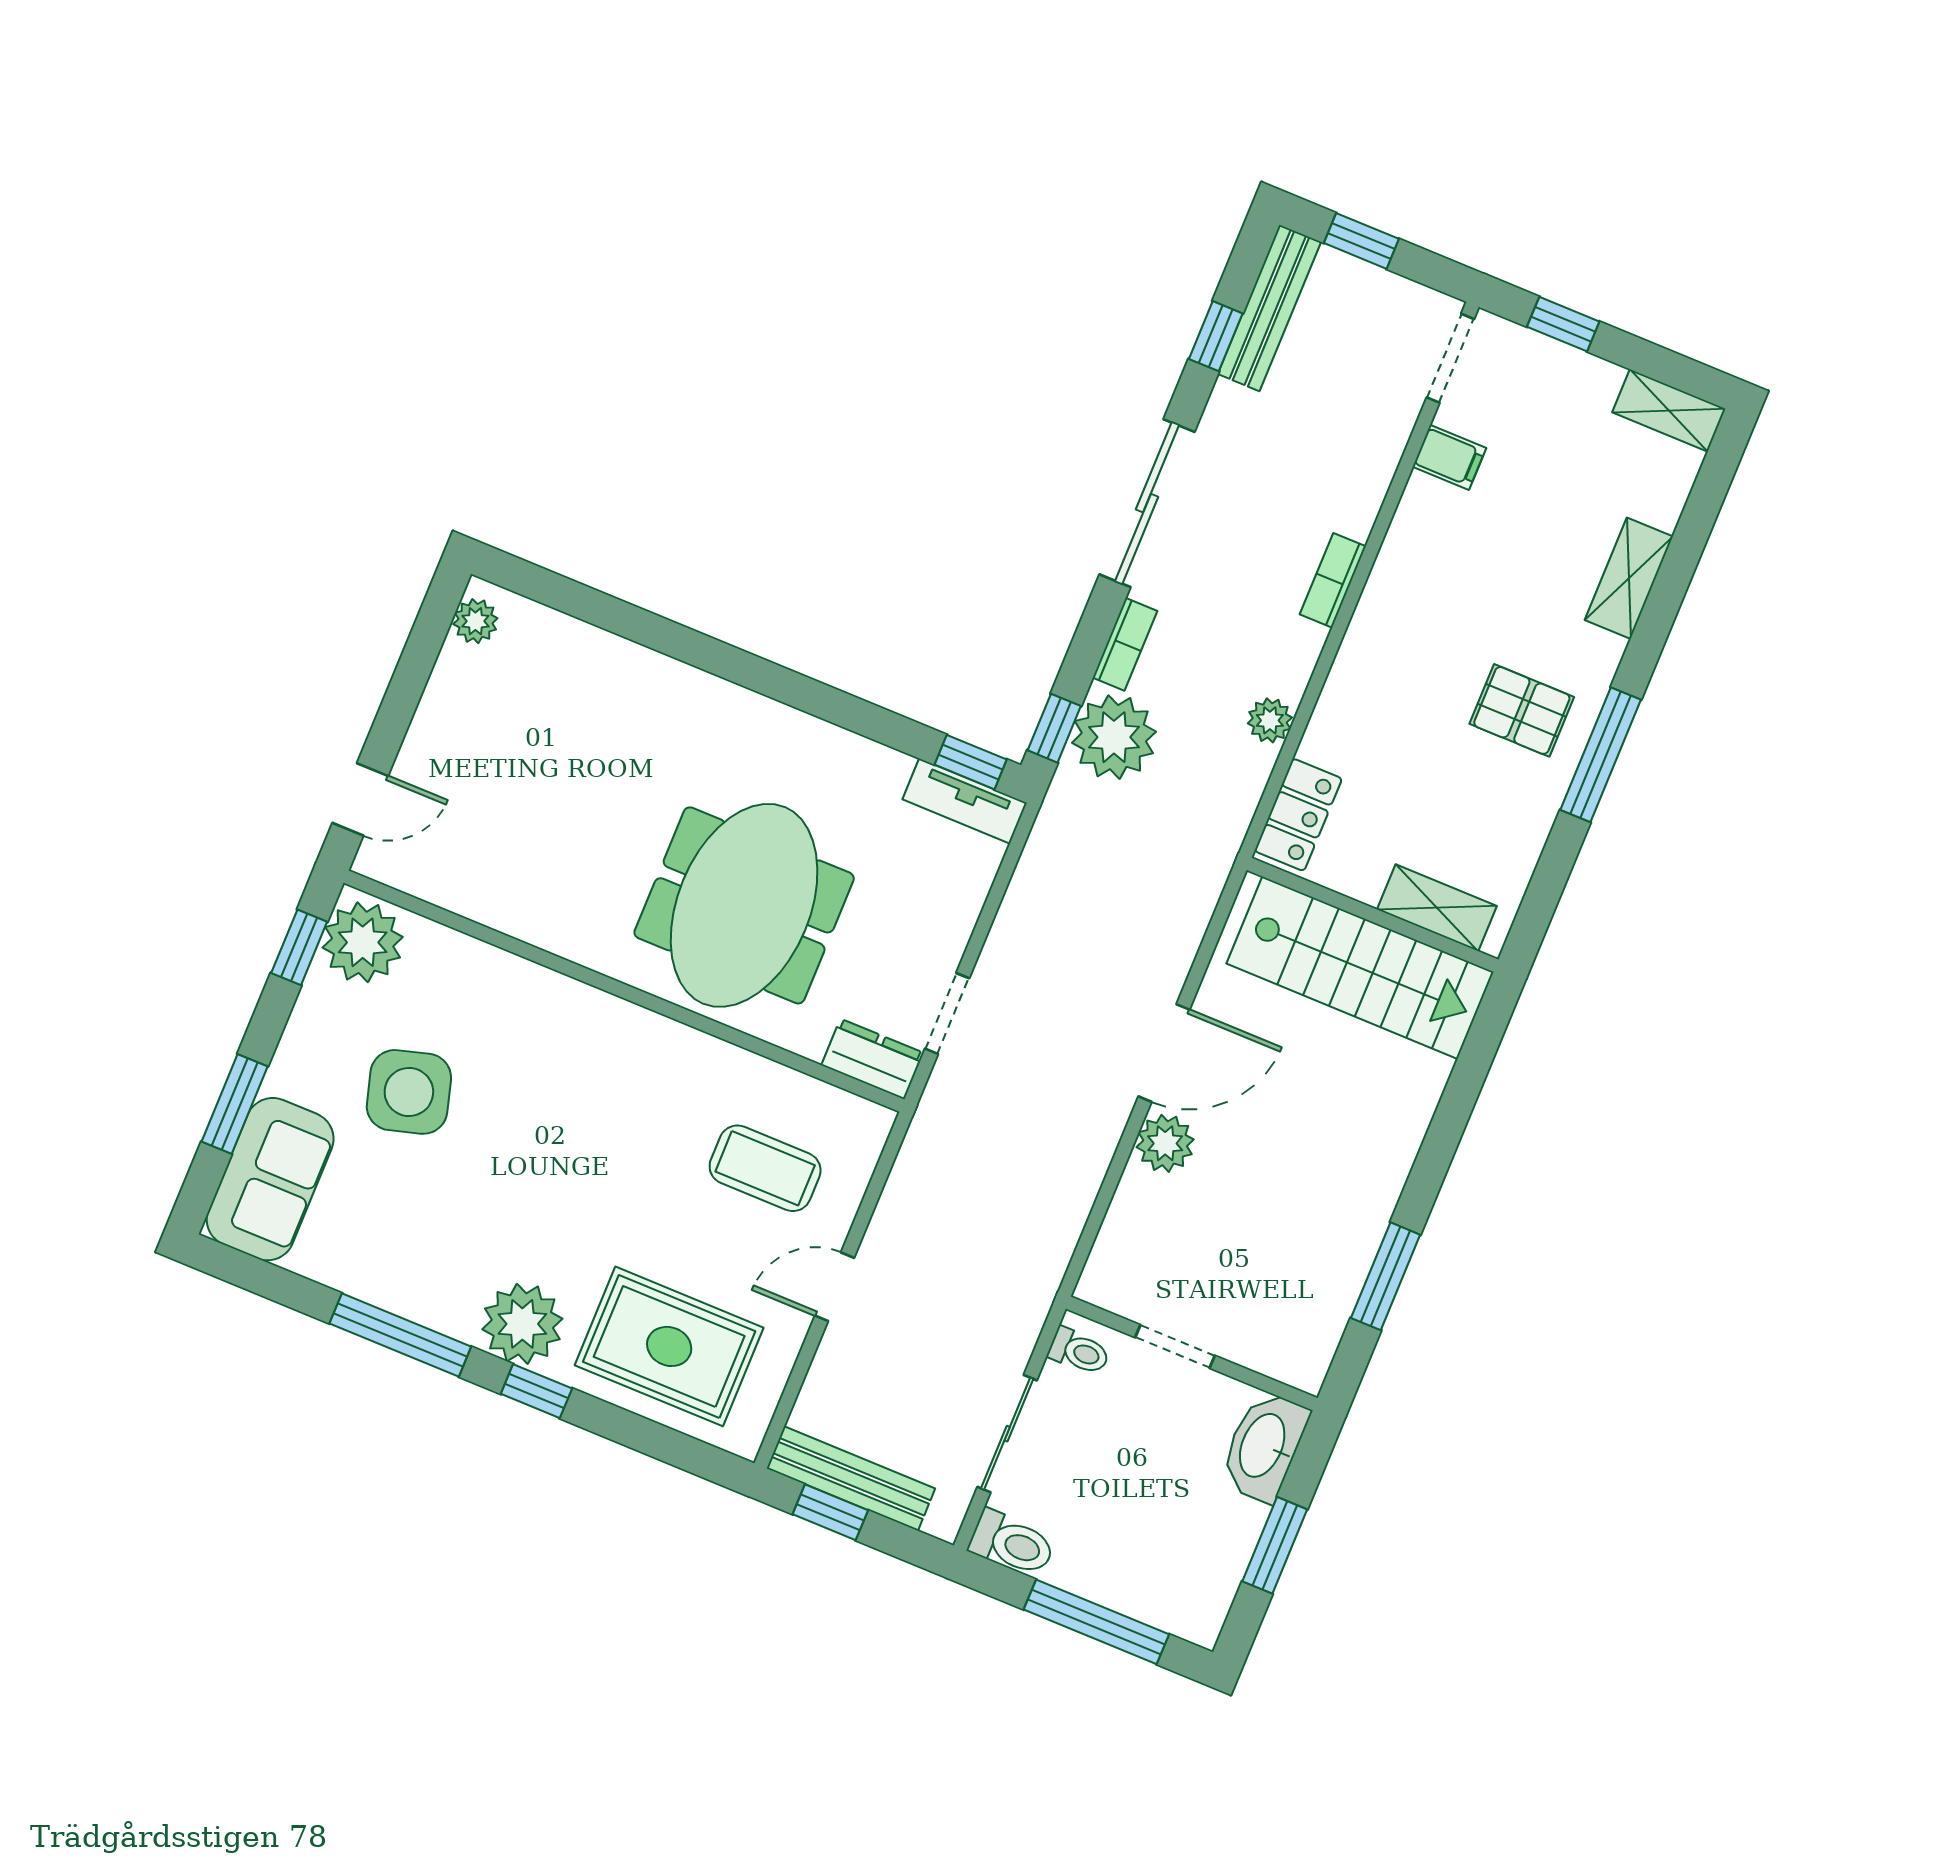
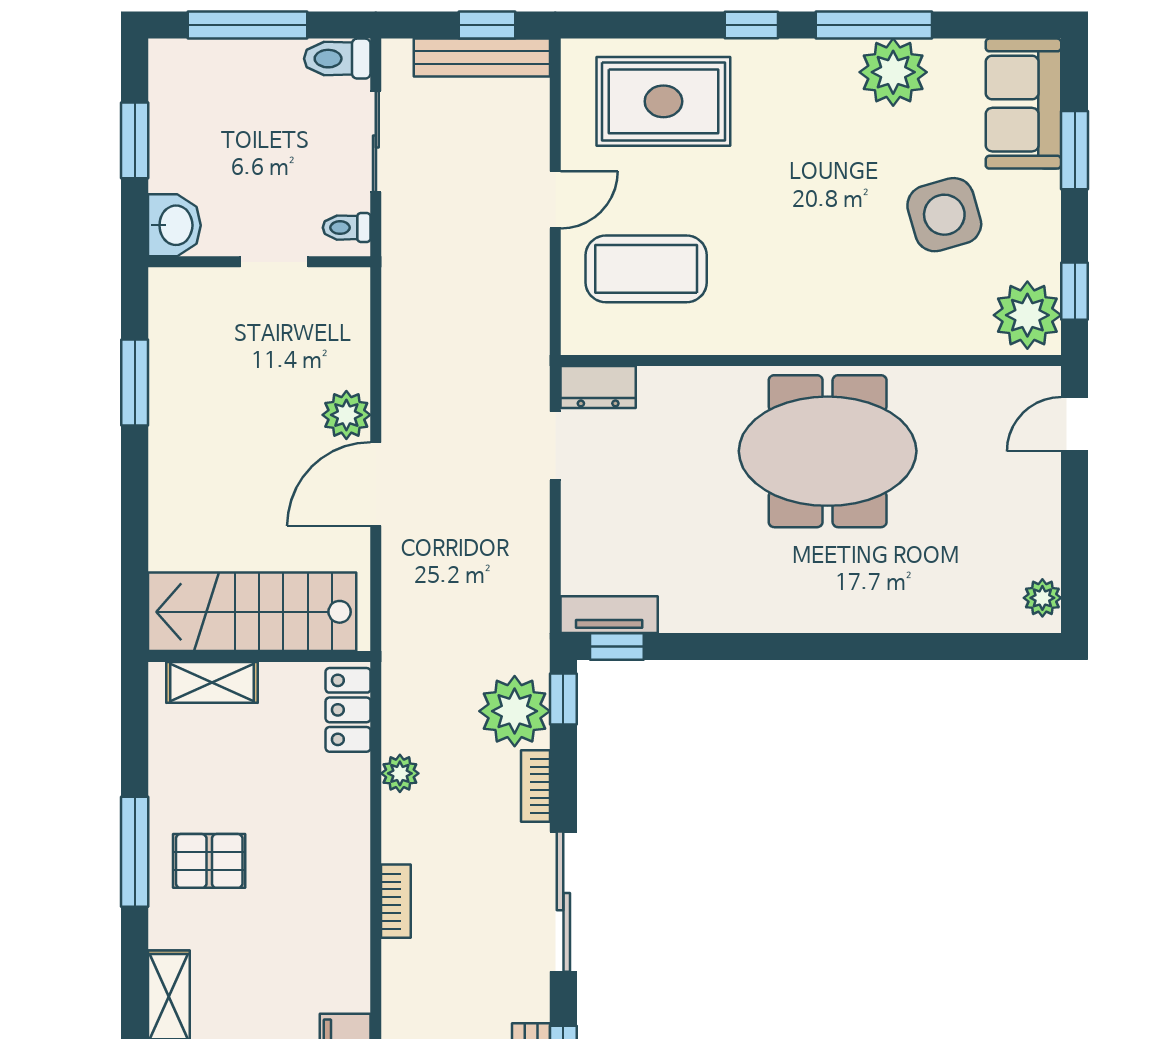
meeting table: (744, 905) -> (828, 451), moved, turned 90
coffee table: (765, 1168) -> (646, 269), width x1.36, depth x1.32
plant: (522, 1324) -> (893, 72), moved
washbasin: (1264, 1446) -> (174, 225), width x0.72

